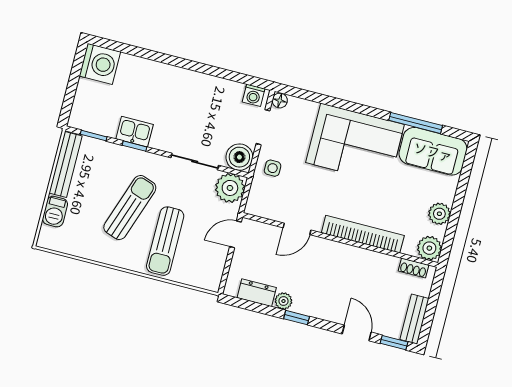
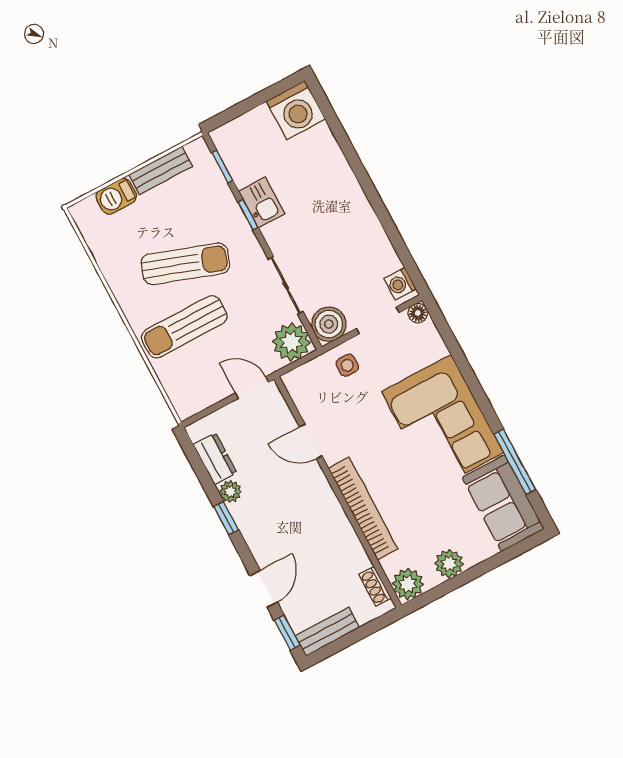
bench: (66, 164) -> (161, 170), width x0.73

